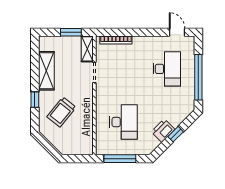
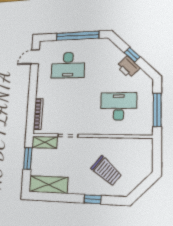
desk: (167, 69) -> (68, 65), turned 180
shelving: (46, 71) -> (48, 185), moved

